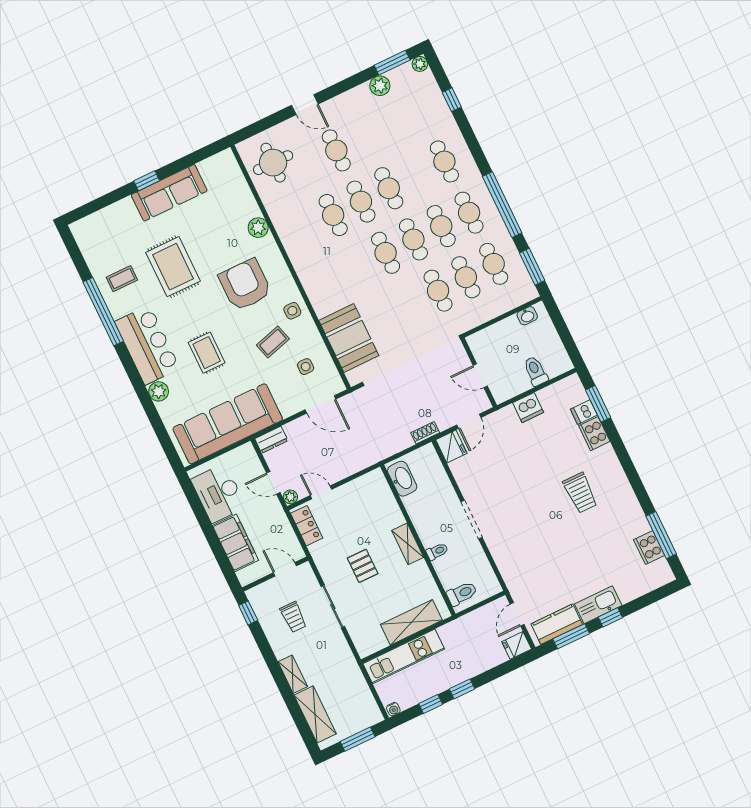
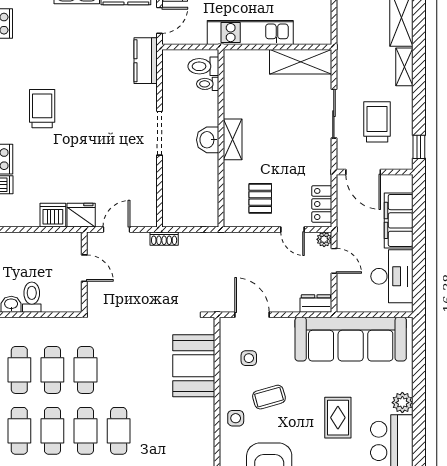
toilet: (535, 371) -> (32, 297), moved, turned 180
fridge: (451, 447) -> (81, 215), moved, turned 90
washbasin: (402, 479) -> (208, 140), moved, width x0.72
toilet: (437, 551) -> (208, 84), moved
pallet: (363, 566) -> (260, 198), moved
door: (285, 569) -> (363, 172), width x1.38
kitchen counter: (513, 575) -> (146, 61), added
trolley: (293, 617) -> (377, 122), width x1.36, depth x1.39
shelving: (411, 622) -> (301, 62), moved
kitchen unit: (404, 656) -> (250, 33), moved

